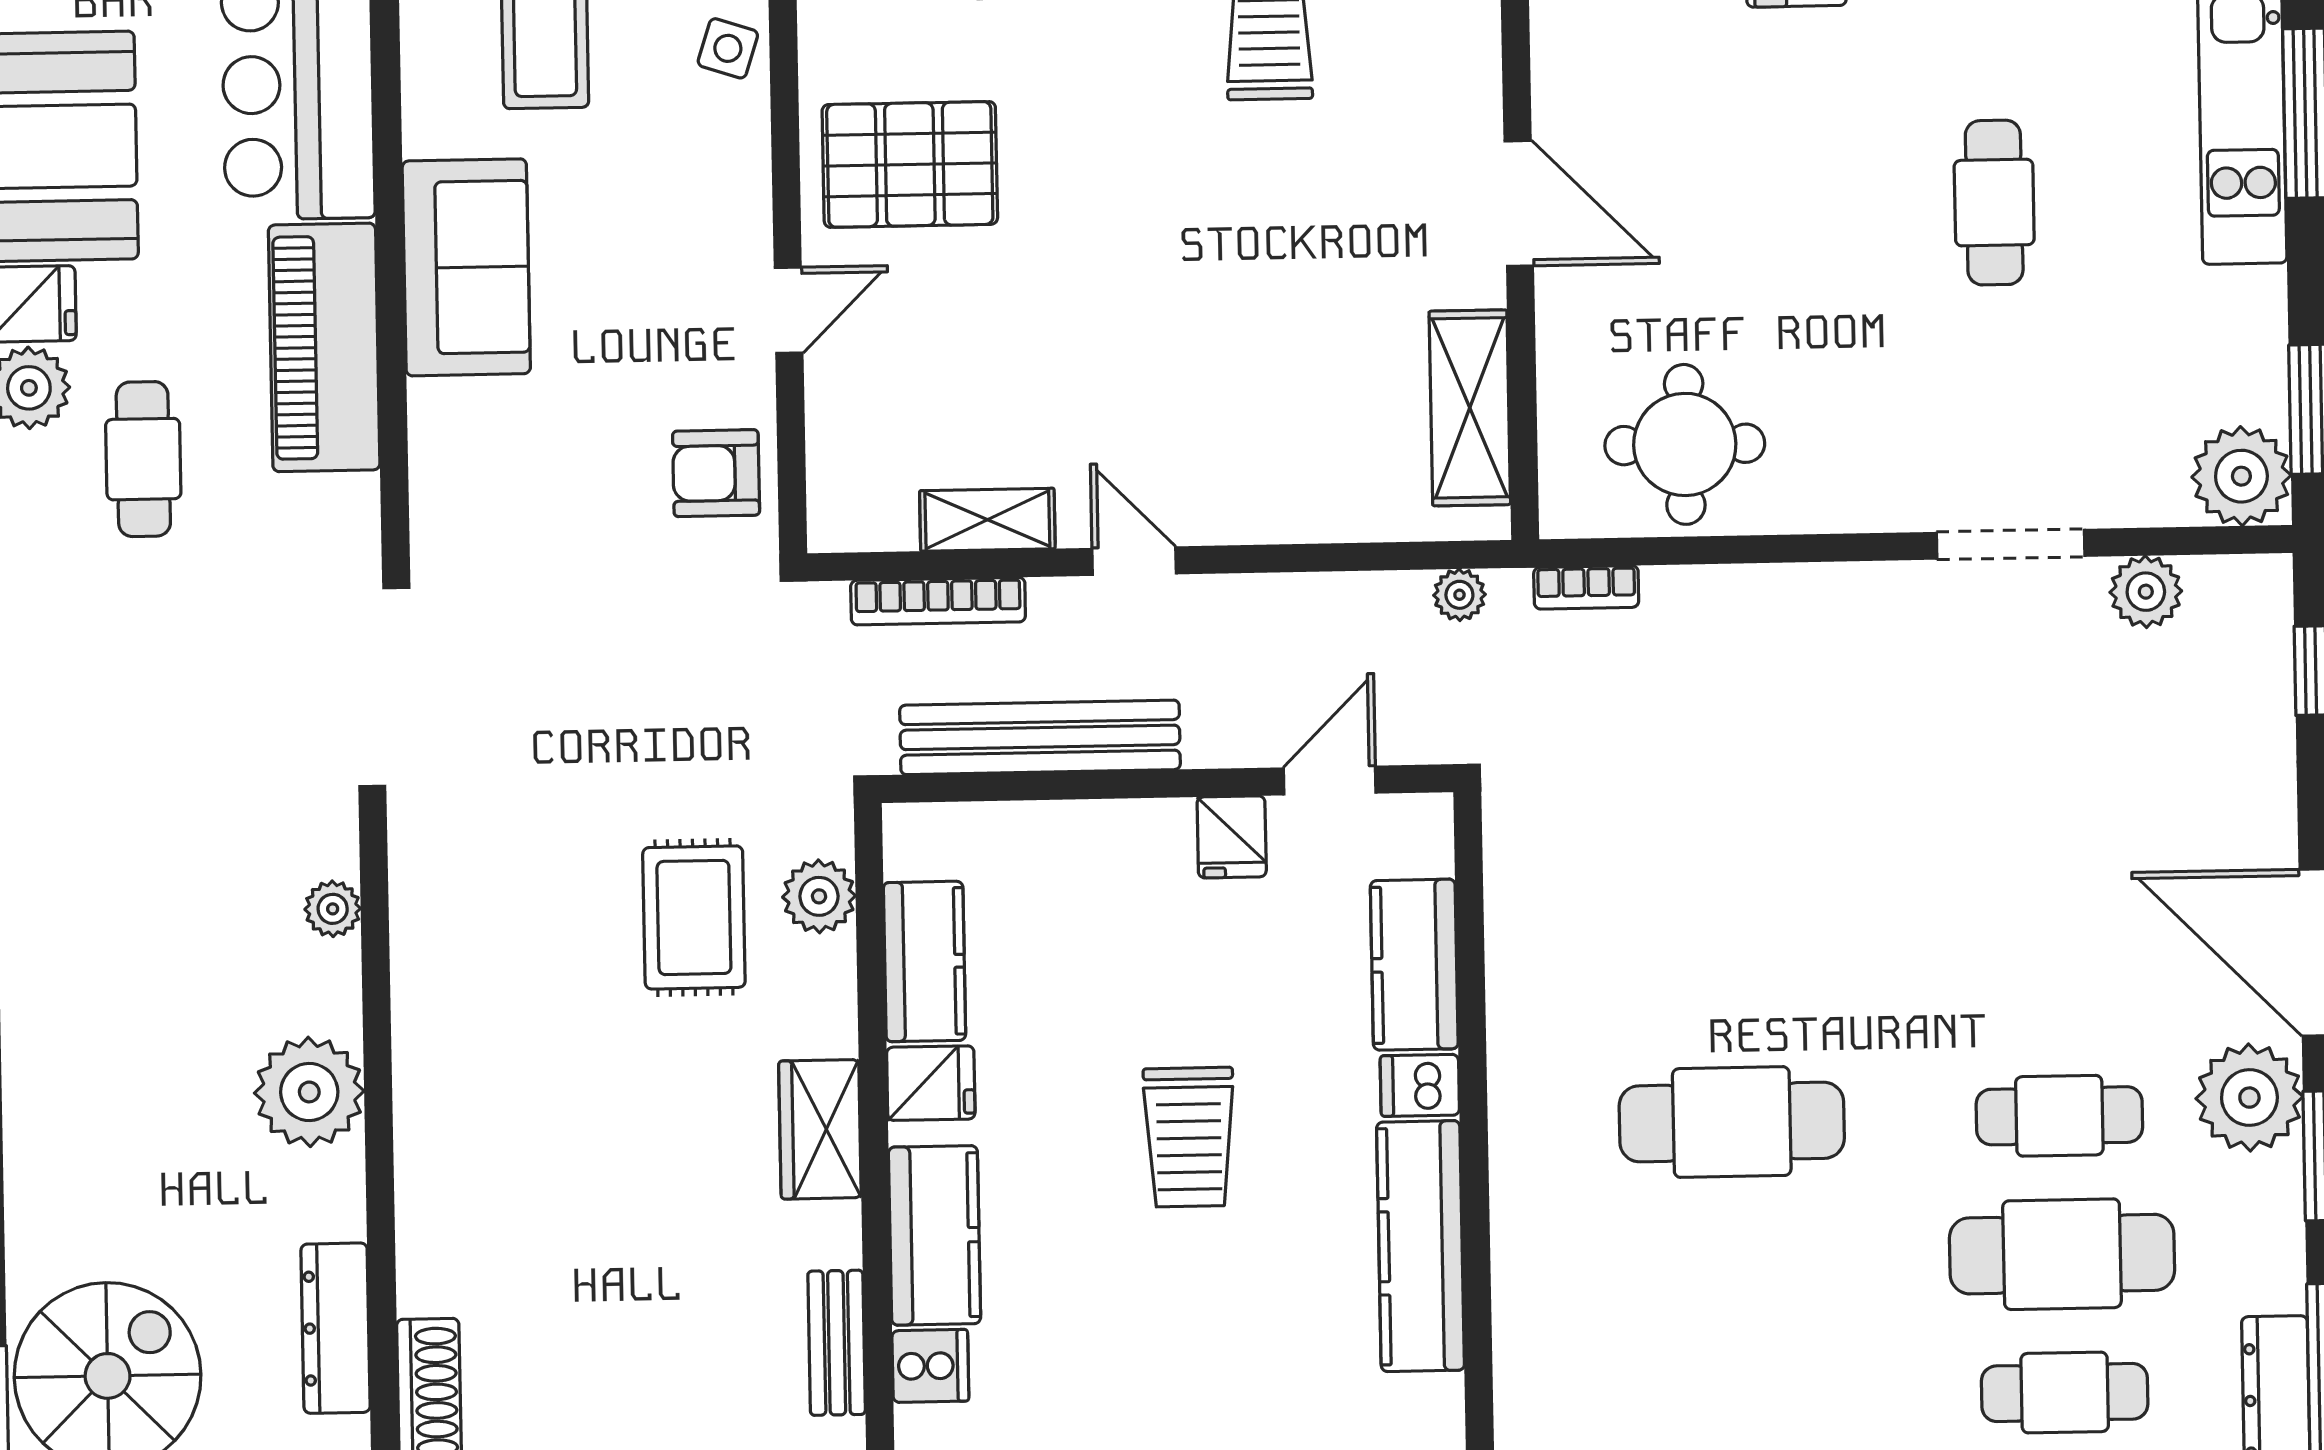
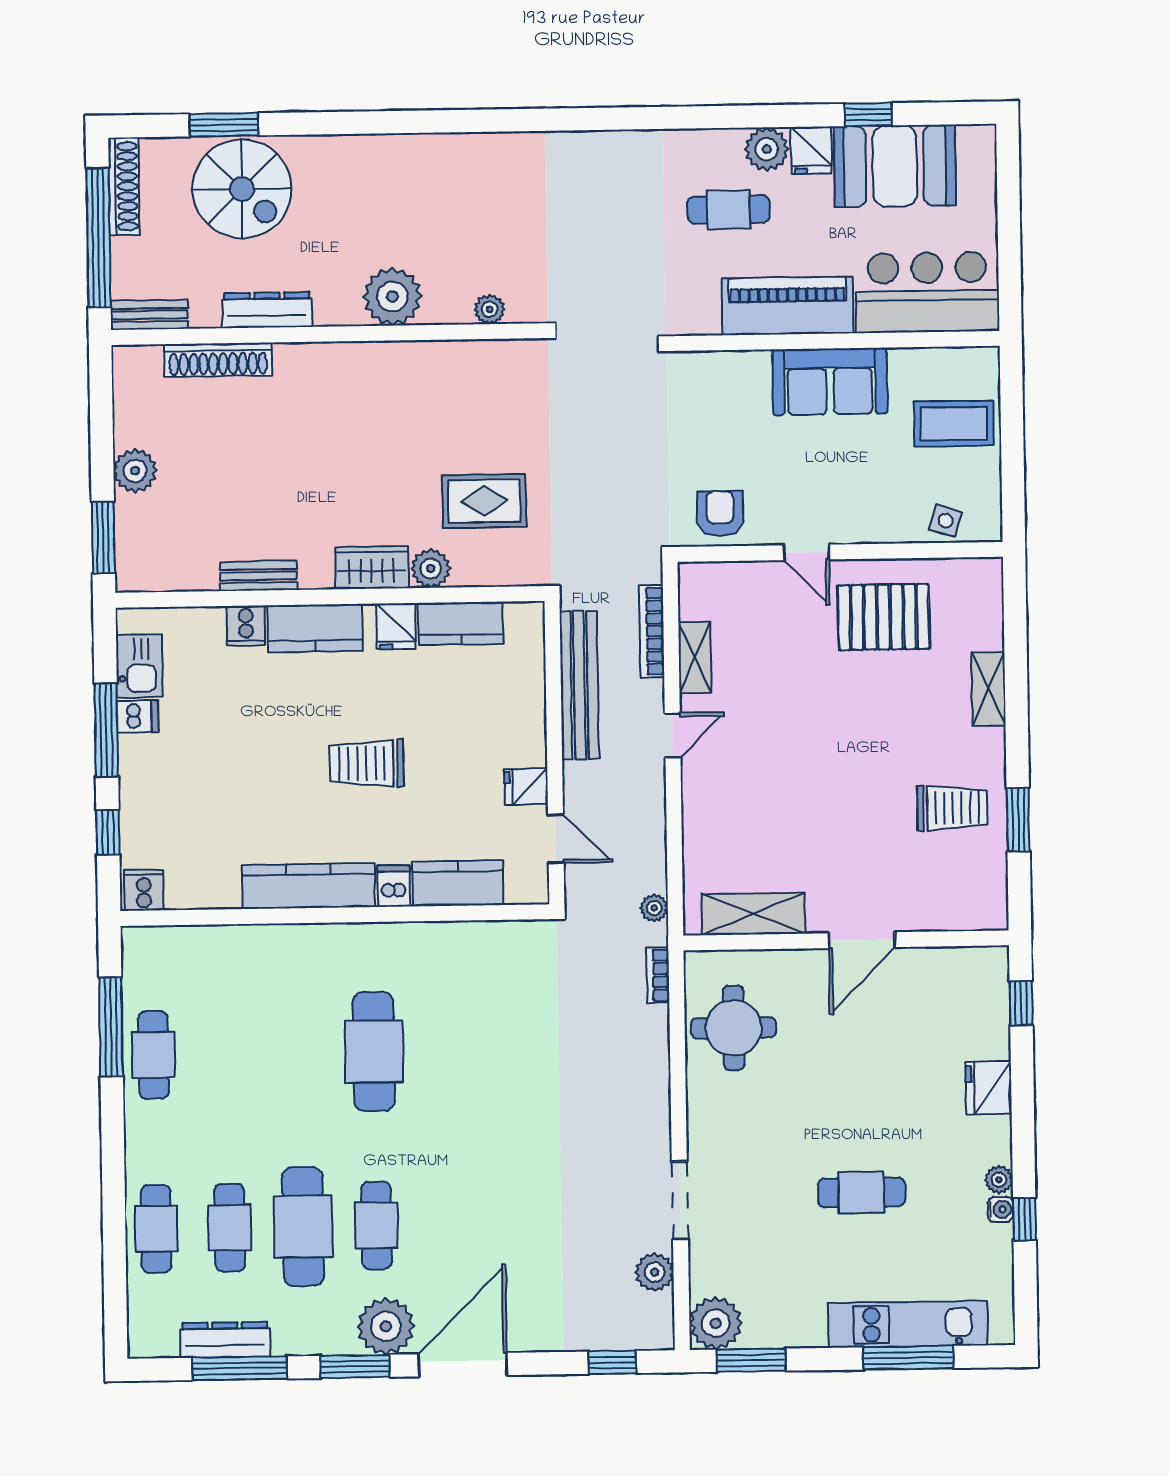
pallet: (910, 164) -> (884, 617), turned 90
plant: (819, 896) -> (431, 568), moved

